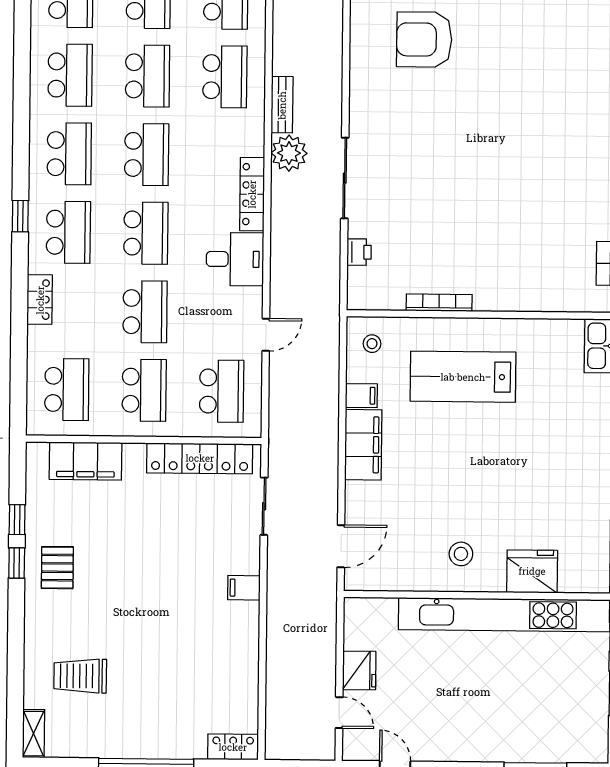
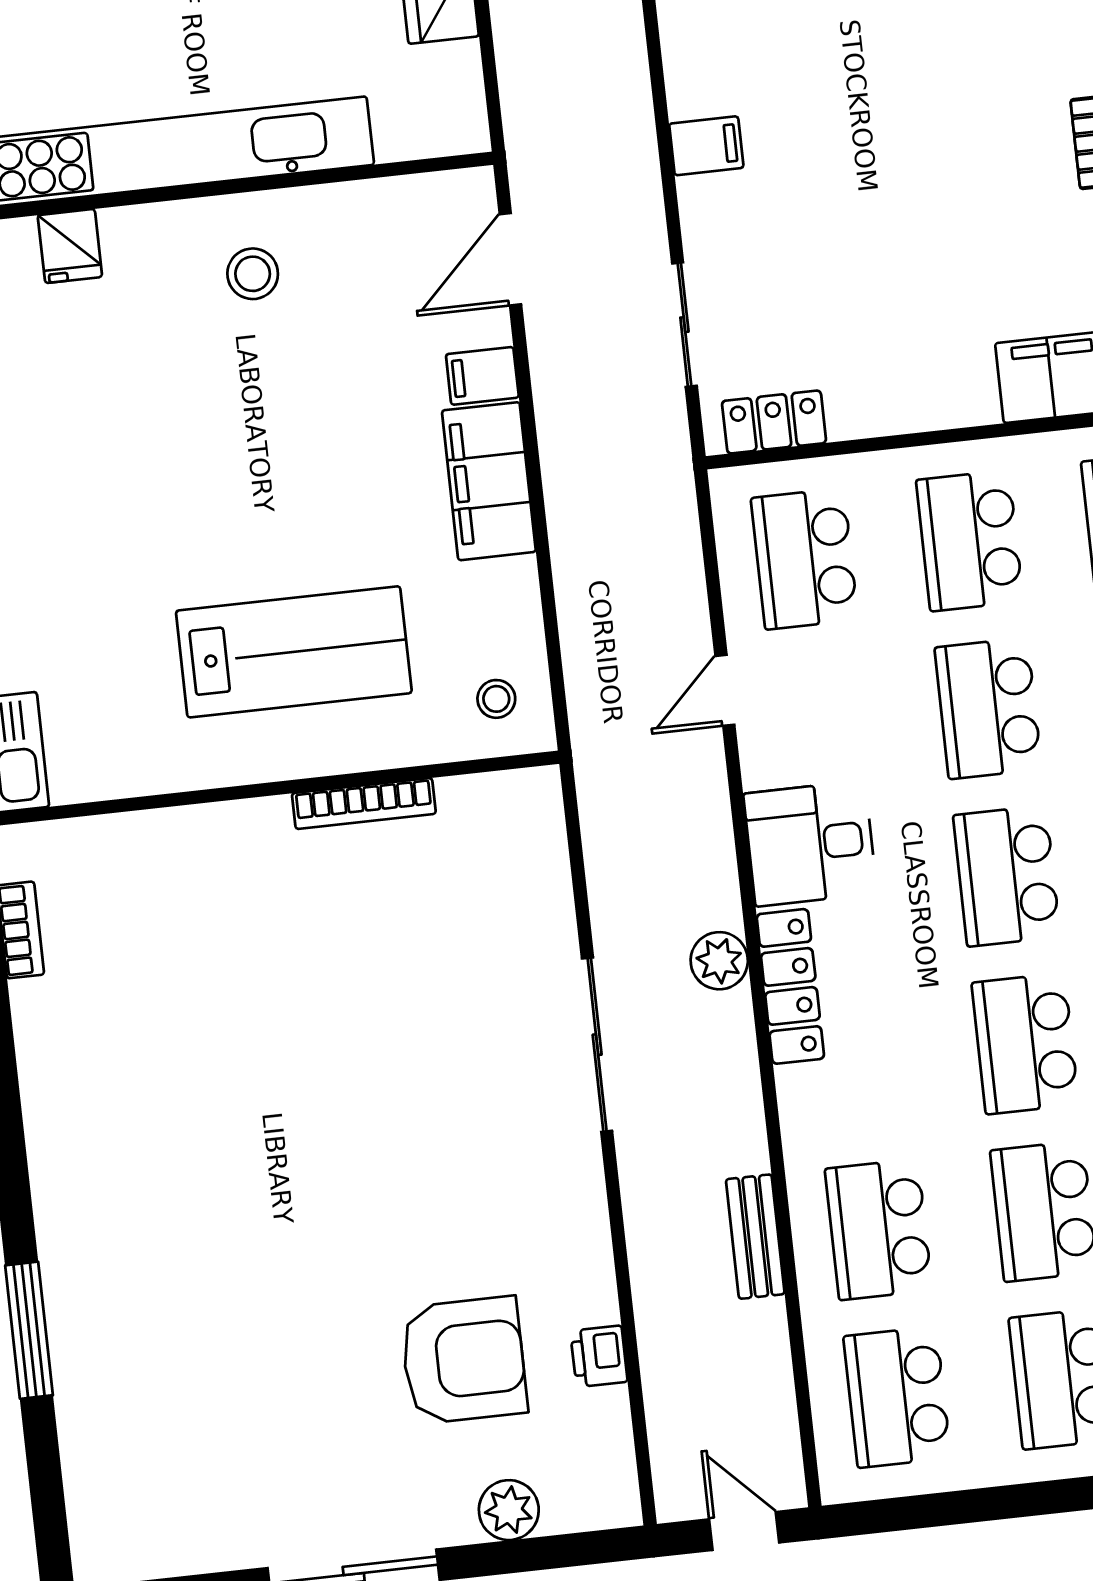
bench: (282, 105) -> (755, 1237), moved
plant: (289, 153) -> (719, 961), moved, width x0.73, depth x0.73
printer: (359, 252) -> (599, 1356), moved
filing cabinet: (361, 396) -> (482, 376), moved
locker: (200, 458) -> (774, 422), width x0.46, depth x0.83
fridge: (532, 571) -> (70, 246), width x0.53, depth x0.75

